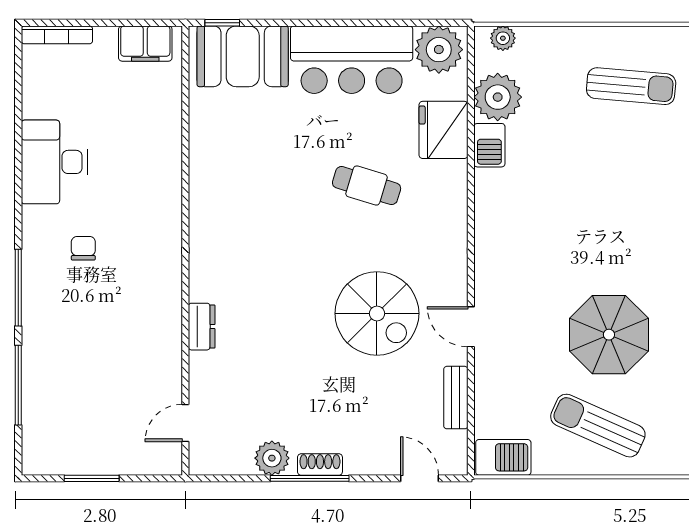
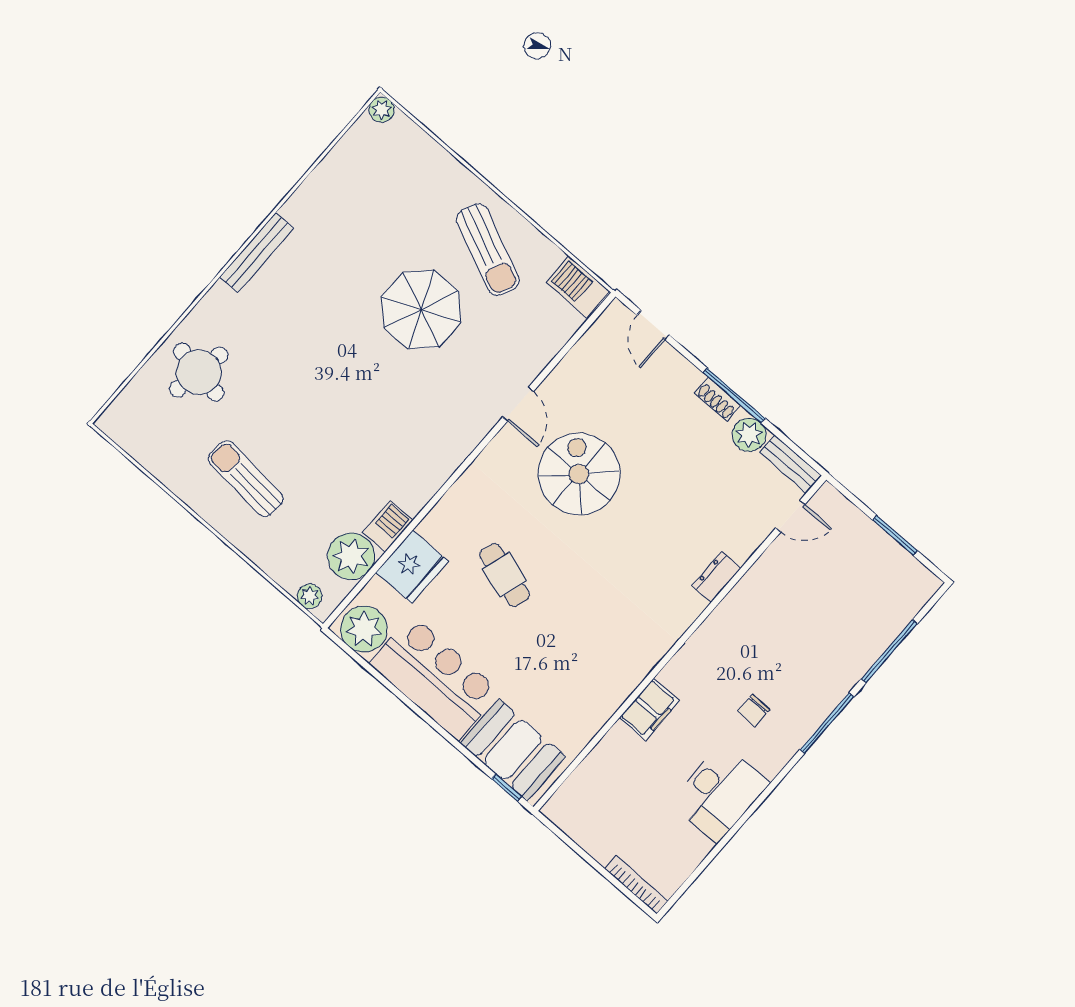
filing cabinet: (145, 44) -> (649, 709), moved, turned 90
bench: (456, 398) -> (790, 464), moved, turned 90

